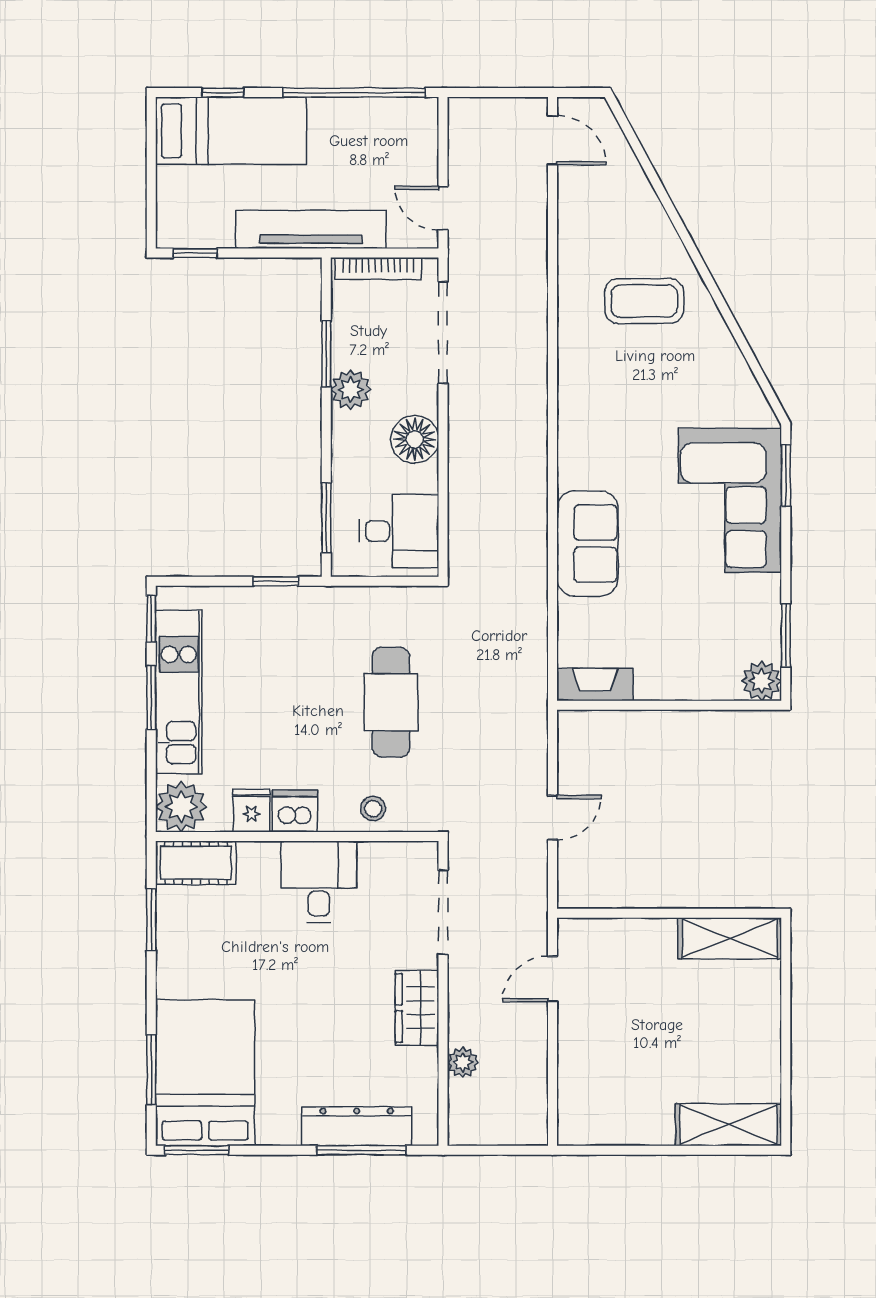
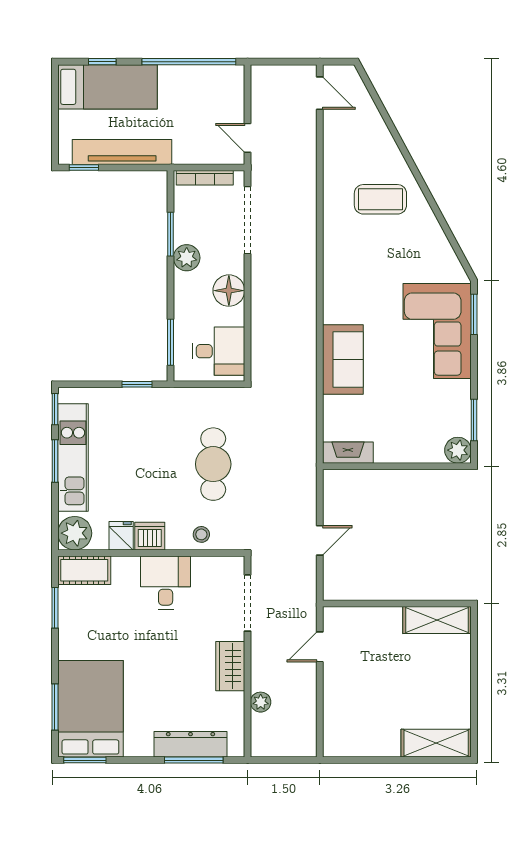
tv unit: (311, 229) -> (122, 152), moved

